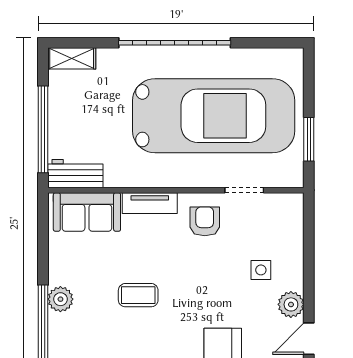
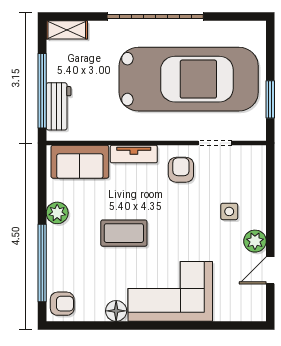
workbench: (75, 174) -> (59, 106), moved, turned 90
coffee table: (138, 295) -> (124, 233), width x1.36, depth x1.30
plant: (60, 299) -> (57, 213), moved

